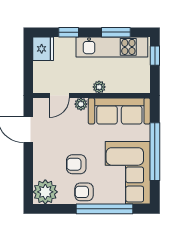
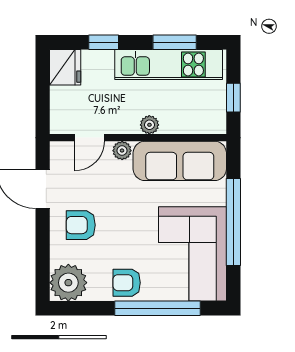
window: (155, 56) -> (233, 98), moved
armchair: (76, 164) -> (81, 225), moved

